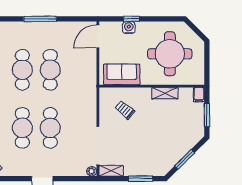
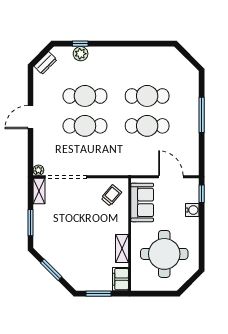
window: (132, 19) -> (202, 194), moved
door: (98, 36) -> (171, 177), moved
filing cabinet: (199, 95) -> (120, 279), width x2.00
trolley: (125, 110) -> (111, 195), moved

